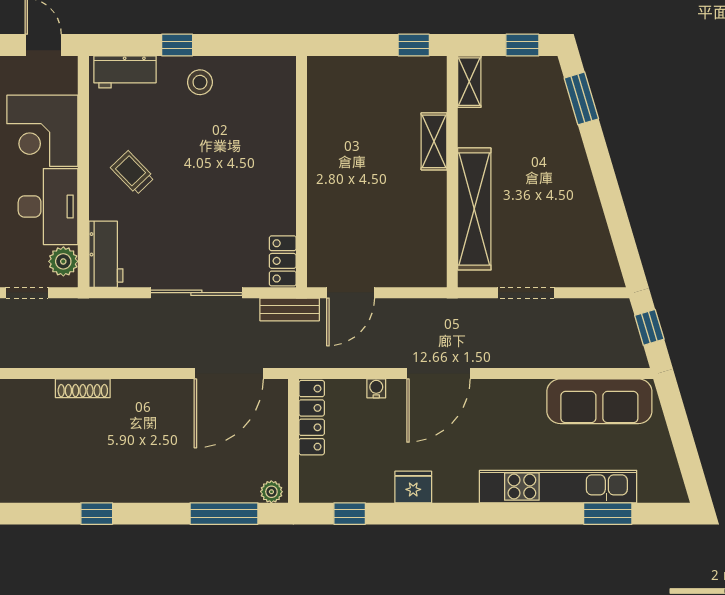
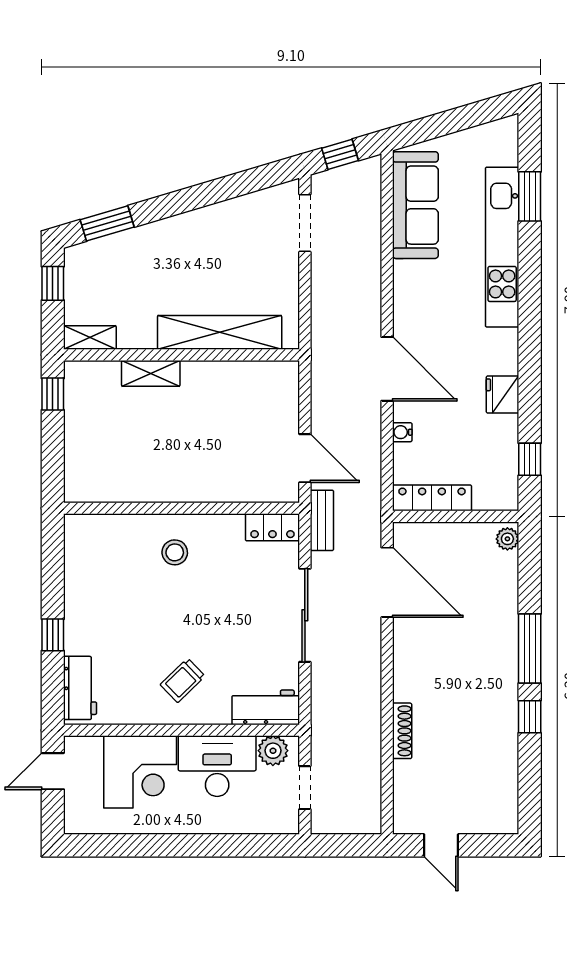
stool: (200, 82) -> (175, 552), moved
doorway: (526, 293) -> (305, 223), moved
window: (224, 514) -> (530, 648), moved

